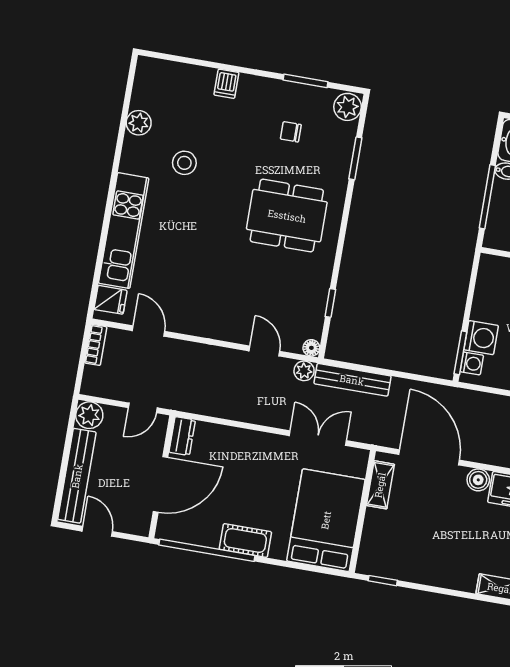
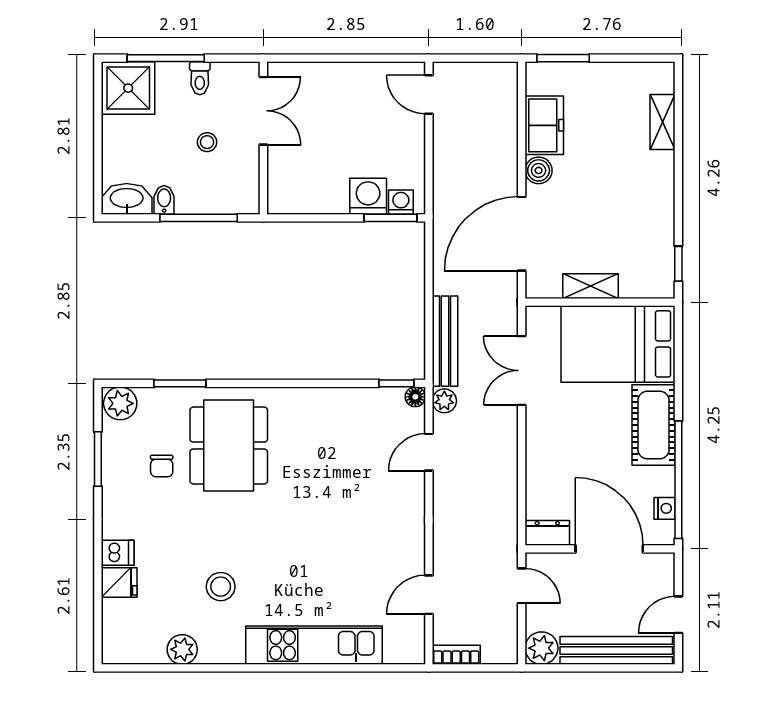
dining table: (287, 216) -> (229, 446), moved
fridge: (110, 300) -> (119, 583), moved, turned 90
window: (330, 303) -> (396, 383), moved
shelving: (380, 485) -> (591, 286), moved
nightstand: (186, 535) -> (665, 508), added
cot: (245, 541) -> (654, 425), width x1.37, depth x1.34

